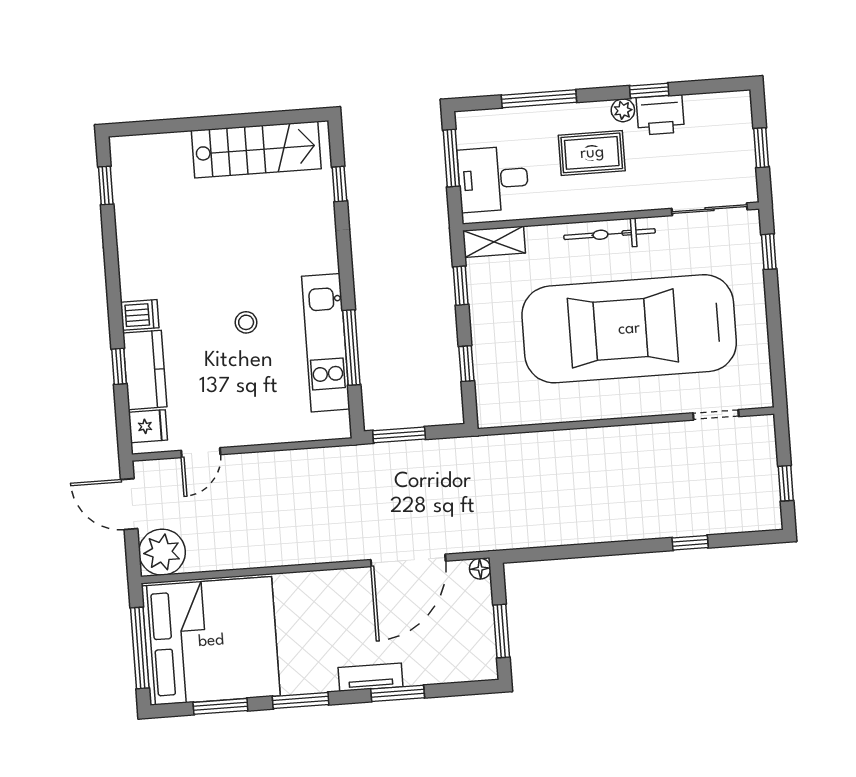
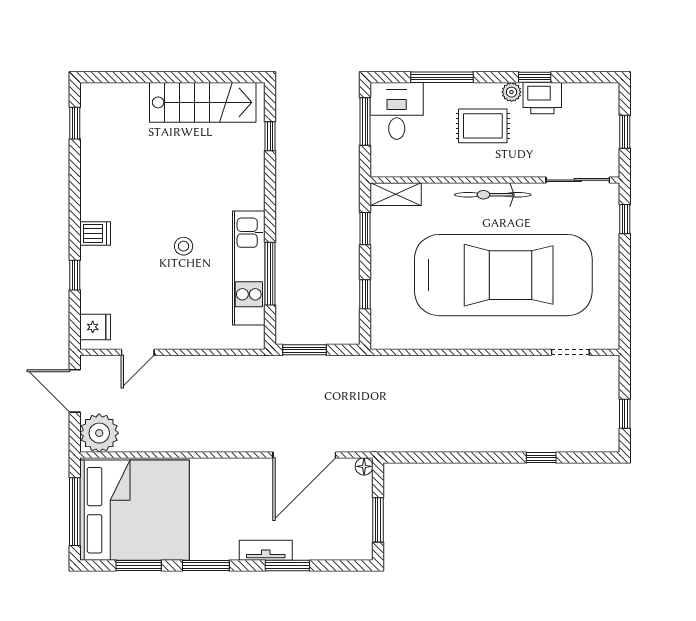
desk: (493, 179) -> (397, 111), moved, turned 90
car: (629, 329) -> (503, 275), turned 180
kitchen counter: (145, 370) -> (96, 280), removed

